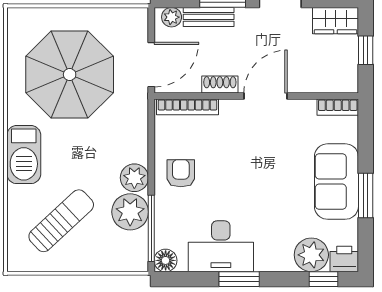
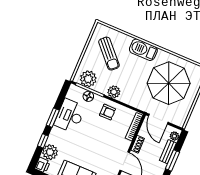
plant: (130, 212) -> (88, 79), moved
floor lamp: (166, 260) -> (88, 96), moved
window: (323, 279) -> (43, 141), moved

